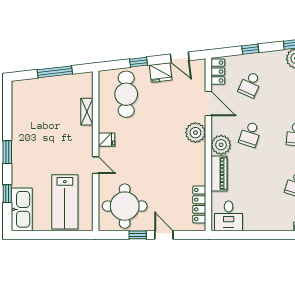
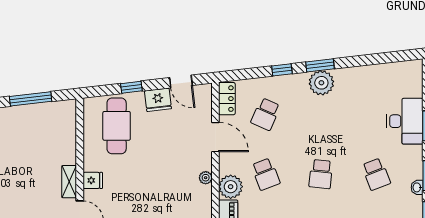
window: (250, 49) -> (282, 70), moved
shelving: (87, 112) -> (69, 182), moved
plant: (195, 133) -> (206, 178), width x0.53, depth x0.53
school desk: (250, 134) -> (266, 174), turned -39

